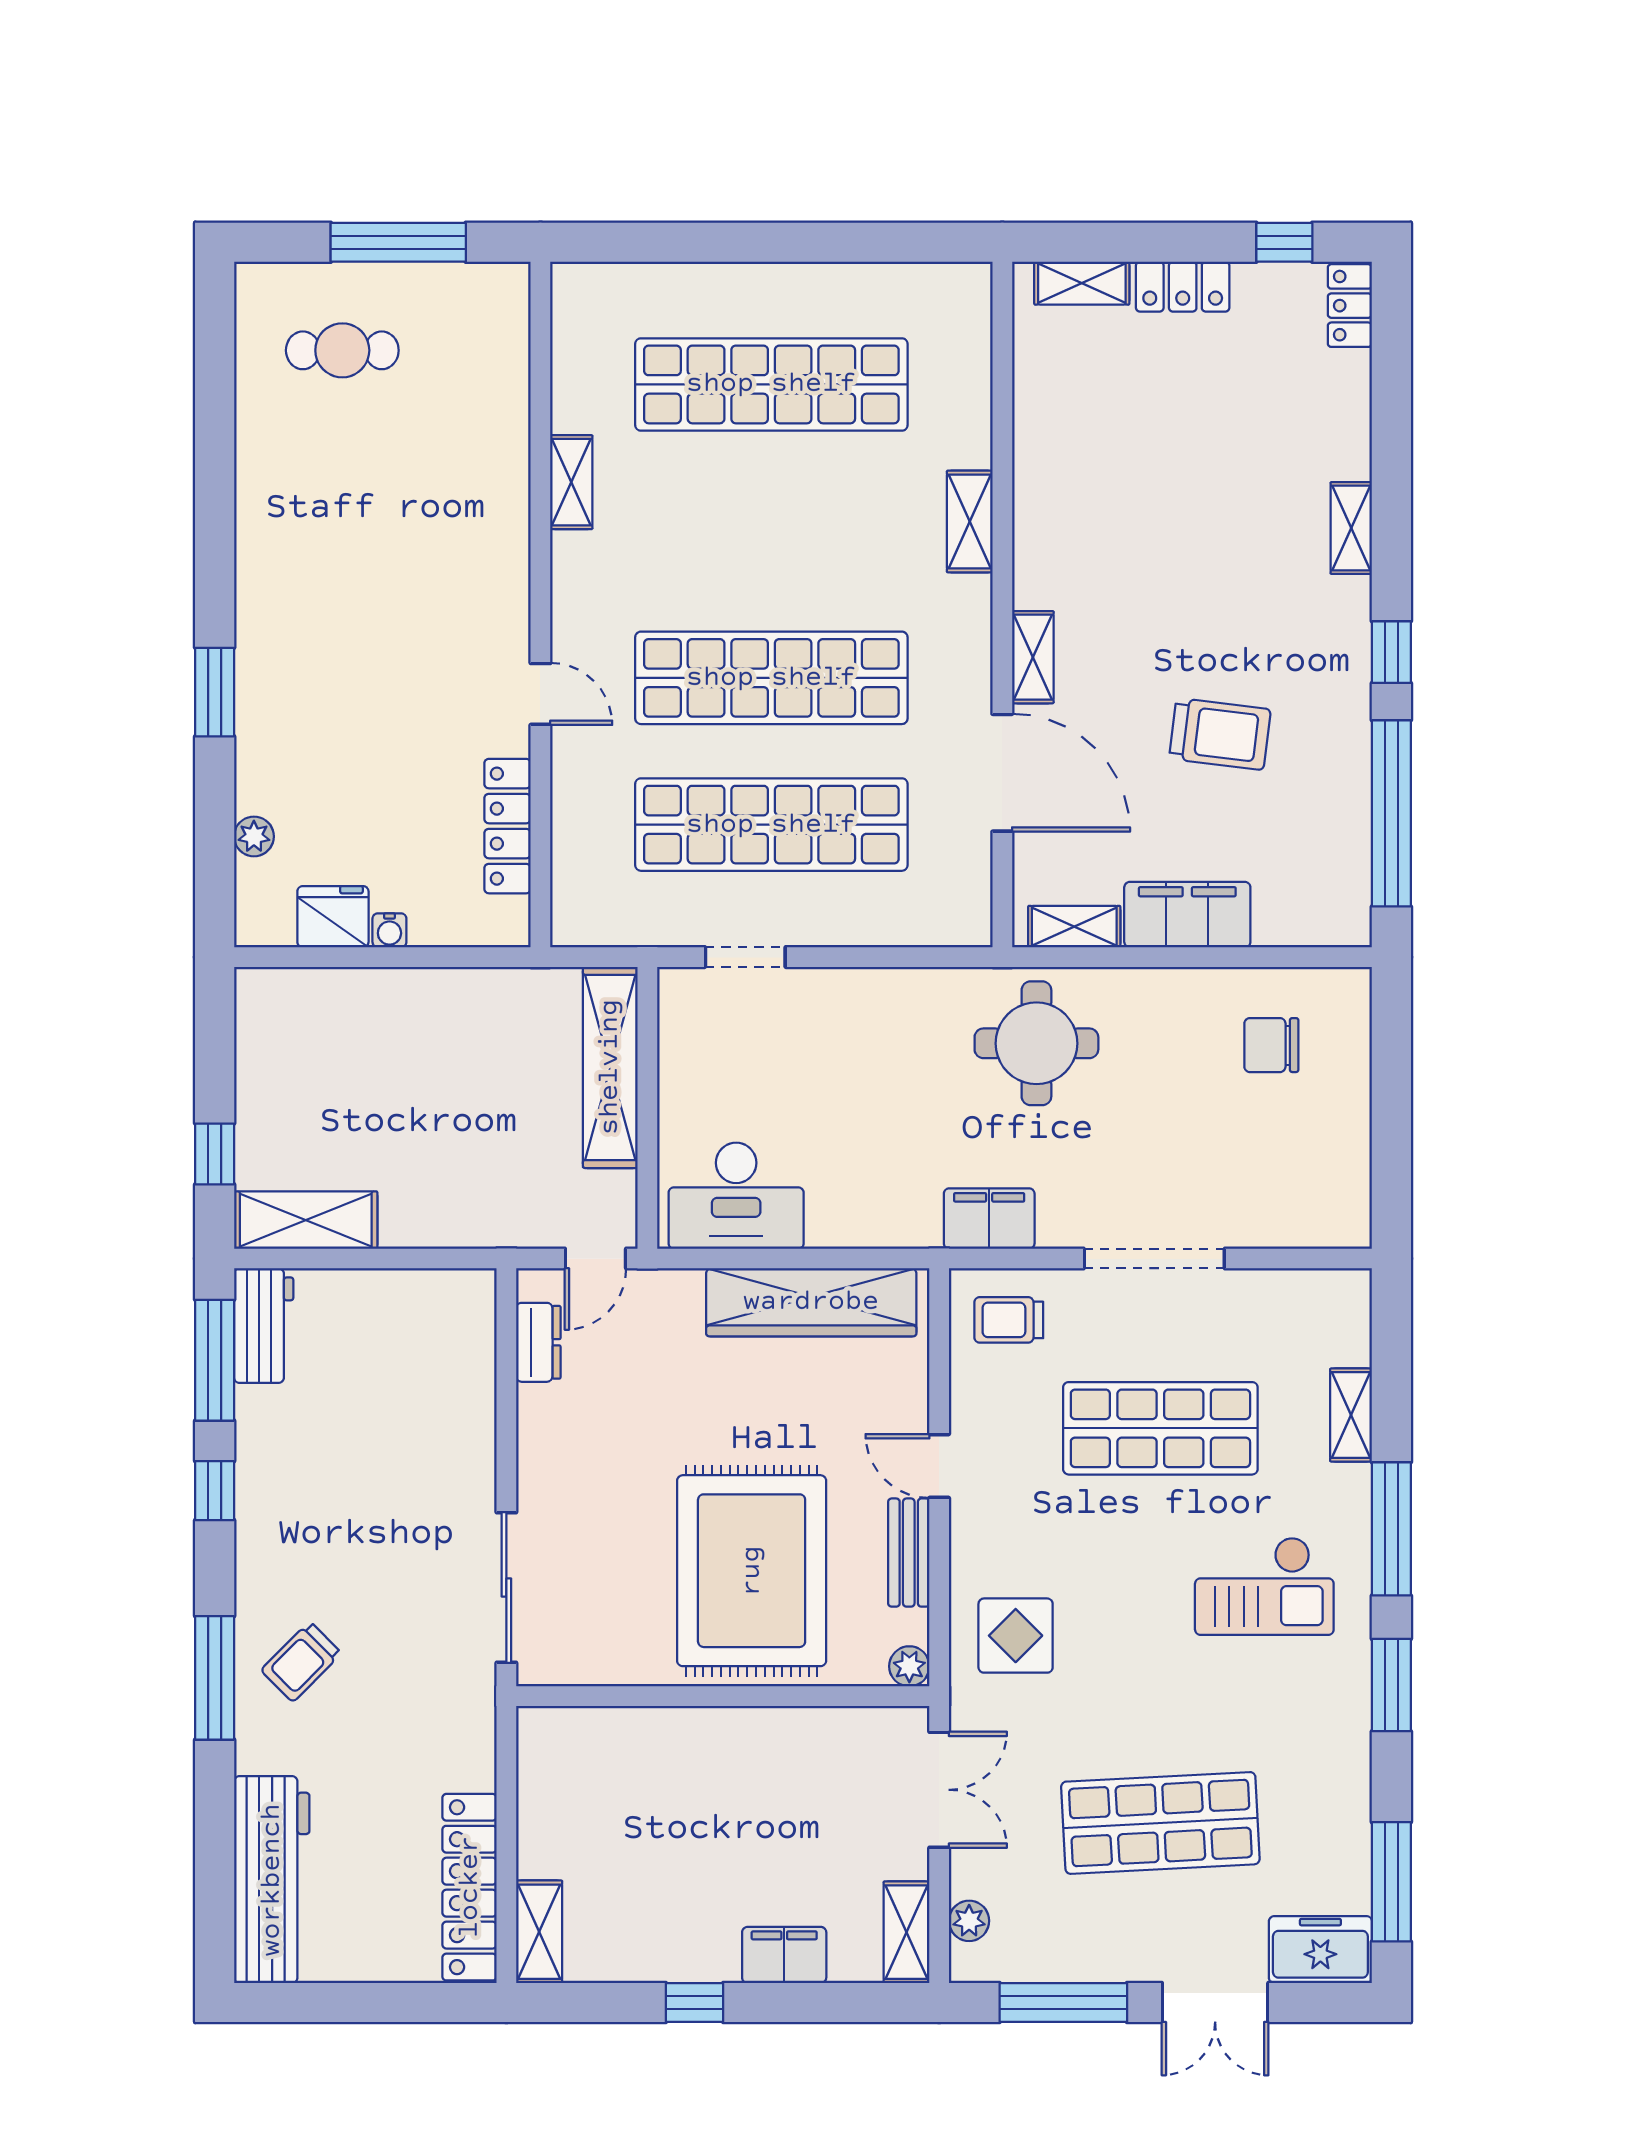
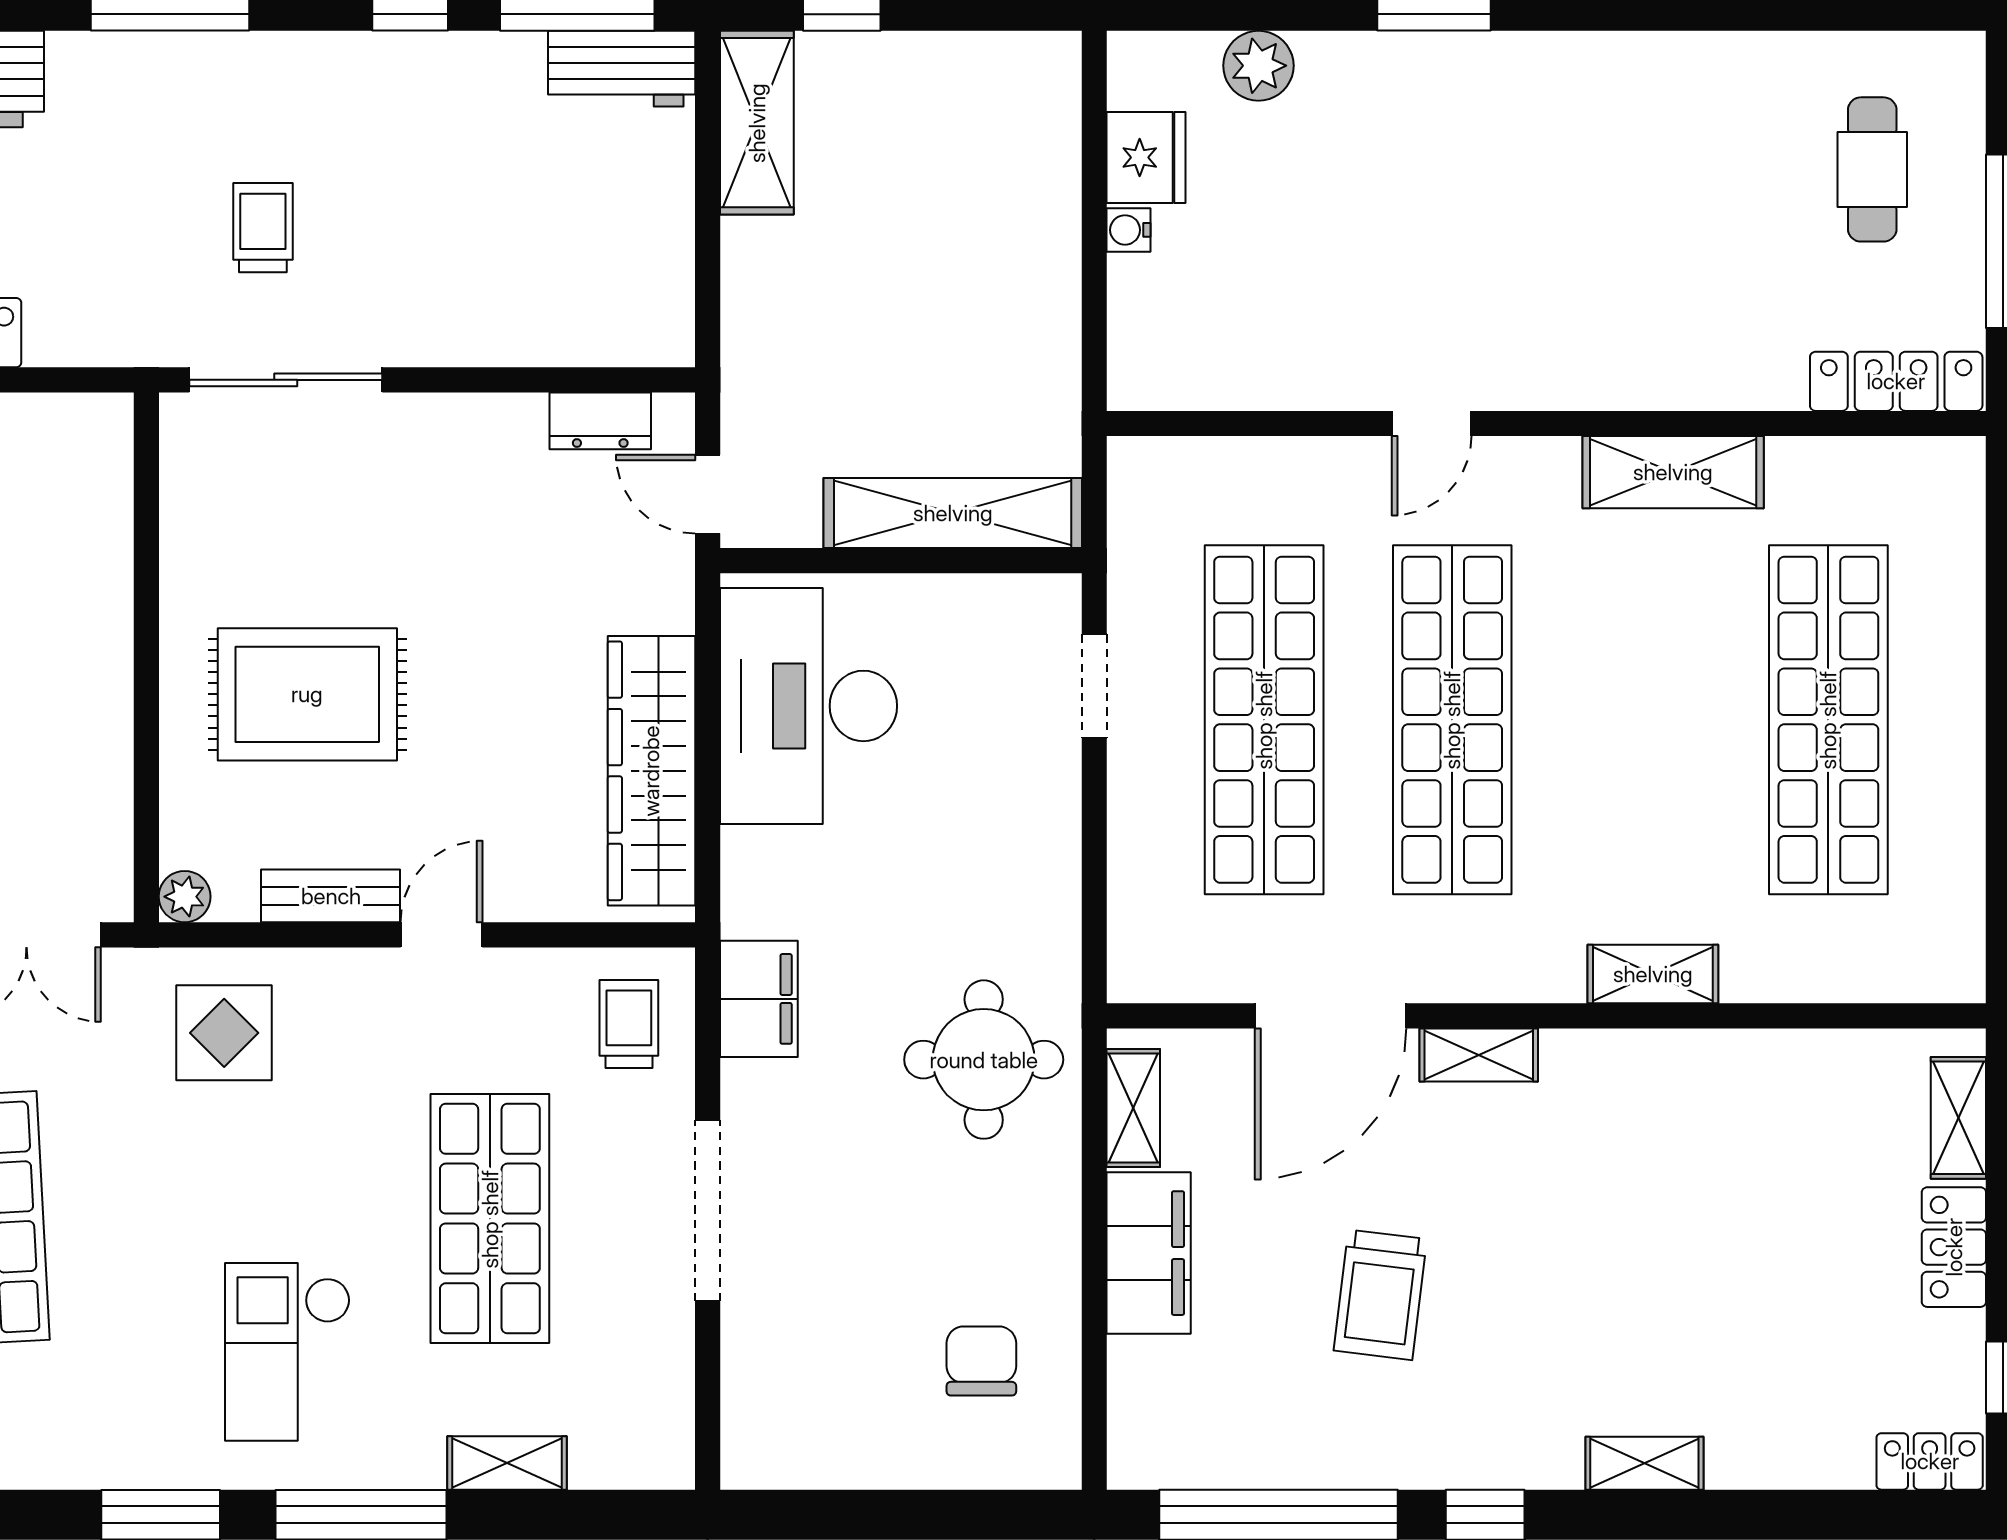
shelving: (571, 482) -> (1673, 472), width x1.50, depth x1.33
locker: (508, 826) -> (1896, 381), moved
plant: (254, 836) -> (1258, 66), width x1.38, depth x1.38
desk: (736, 1196) -> (809, 706), width x1.36, depth x1.30
rug: (752, 1571) -> (307, 694), width x0.73, depth x0.69
trolley: (301, 1662) -> (263, 228), moved, turned 45

